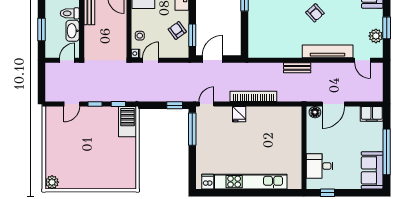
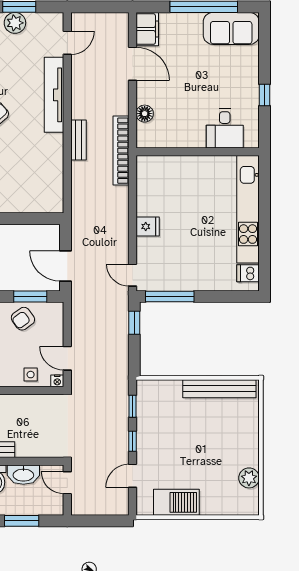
plant: (376, 36) -> (15, 23), moved
bookcase: (253, 96) -> (121, 151), moved
door: (72, 104) -> (132, 476), swing flipped
door: (333, 104) -> (132, 64), moved
barbecue: (127, 122) -> (176, 502), moved, turned 180
wall: (304, 148) -> (198, 152), moved
bench: (130, 162) -> (219, 389), added
desk: (320, 166) -> (225, 128), moved
plant: (52, 182) -> (249, 478), moved

